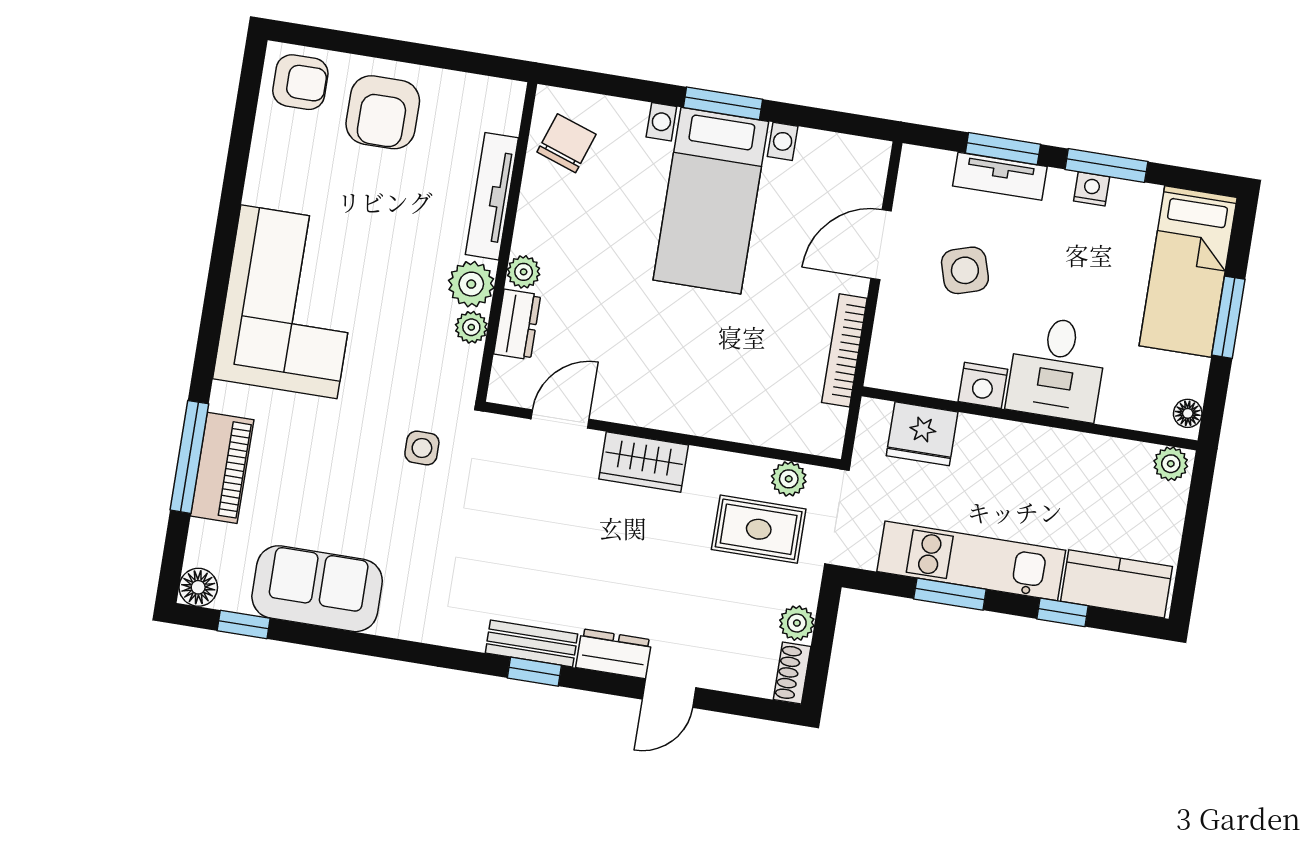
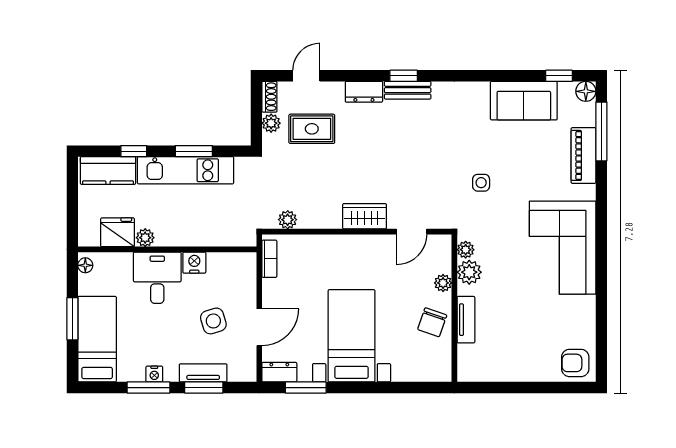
window: (723, 103) -> (306, 388), moved
armchair: (383, 112) -> (530, 354), removed
chair: (567, 143) -> (432, 322), moved
tv unit: (492, 196) -> (466, 320), width x0.71
dresser: (517, 324) -> (279, 372), moved, turned 90
bookcase: (844, 350) -> (269, 259), width x0.64
door: (560, 419) -> (412, 232), moved
fridge: (922, 434) -> (118, 232), moved
wall: (663, 436) -> (357, 232), moved
window: (189, 457) -> (601, 131), moved
wardrobe: (644, 462) -> (365, 216), moved
plant: (1171, 464) -> (145, 238), moved
plant: (789, 479) -> (288, 220), moved
rug: (759, 529) -> (312, 129), moved
door: (669, 693) -> (306, 76), moved

